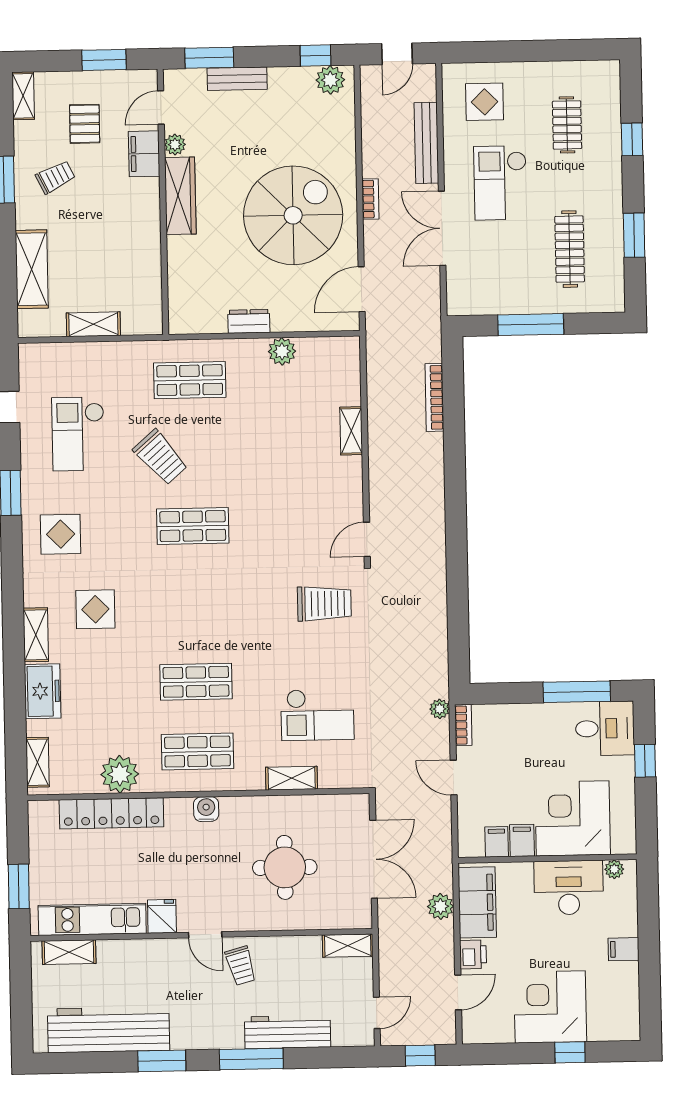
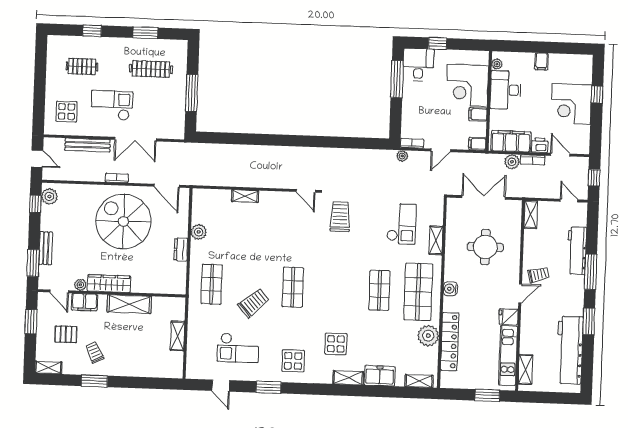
checkout: (500, 183) -> (112, 105), turned 180
shelving: (32, 269) -> (129, 304), moved
bookcase: (434, 397) -> (533, 160), moved, width x0.64
shop shelf: (197, 752) -> (418, 292), width x1.43, depth x1.36
filing cabinet: (497, 842) -> (477, 144), moved

